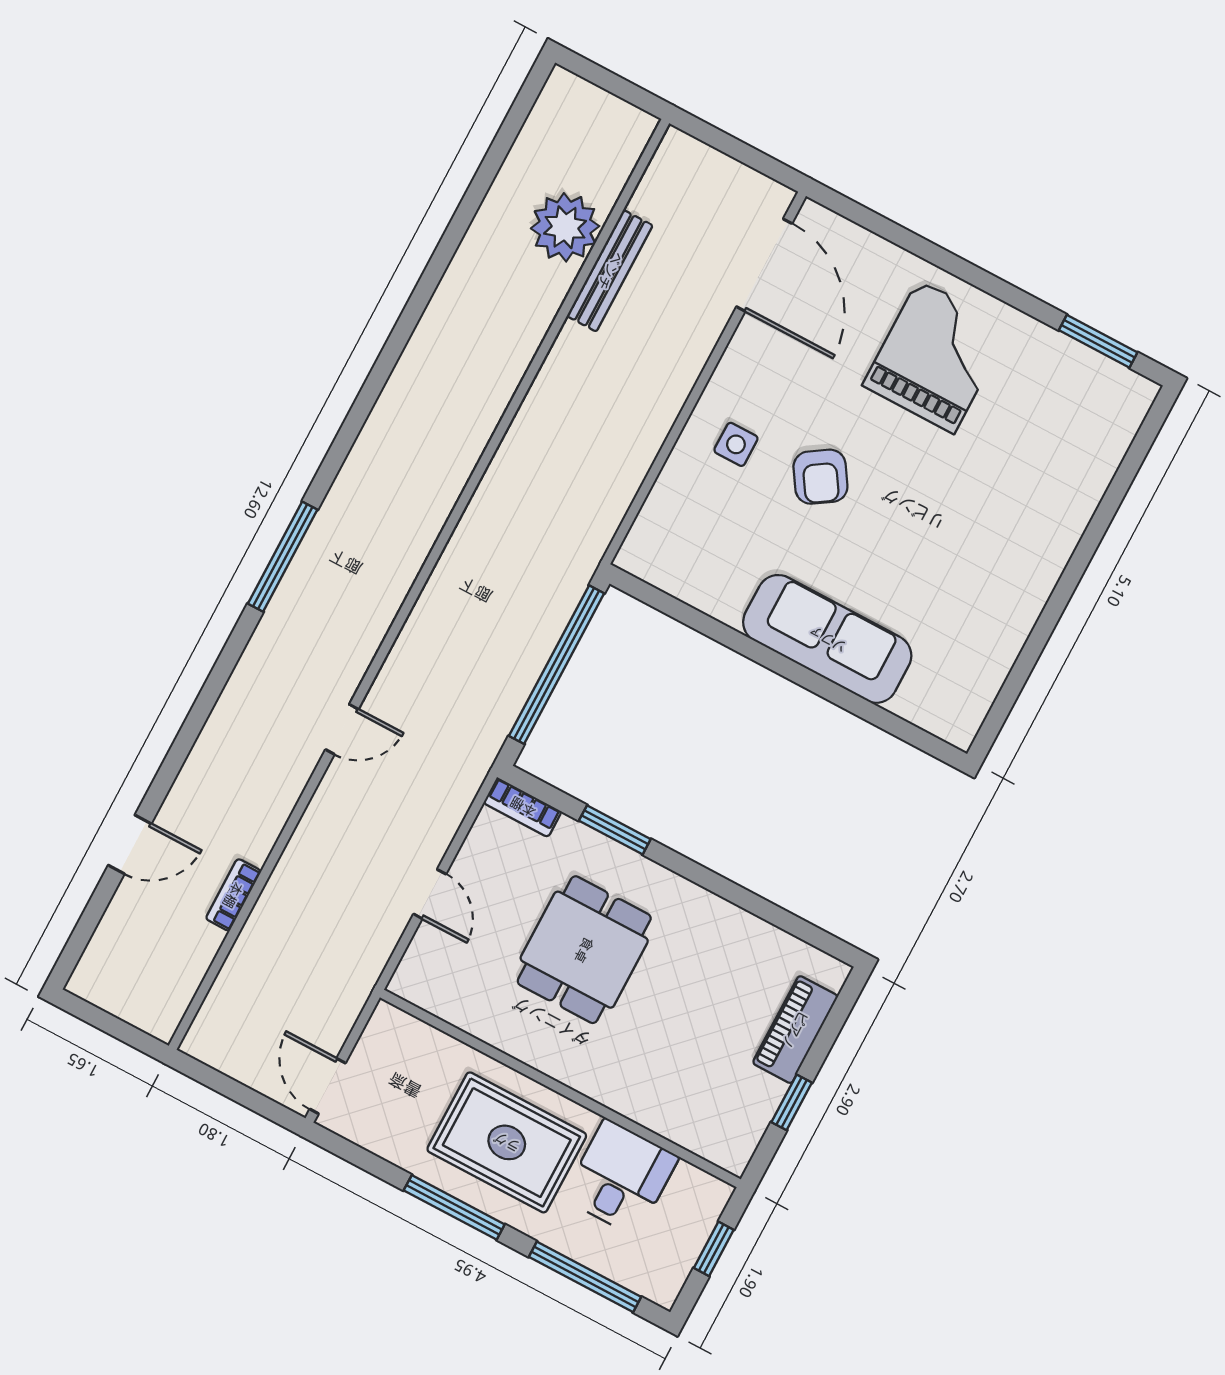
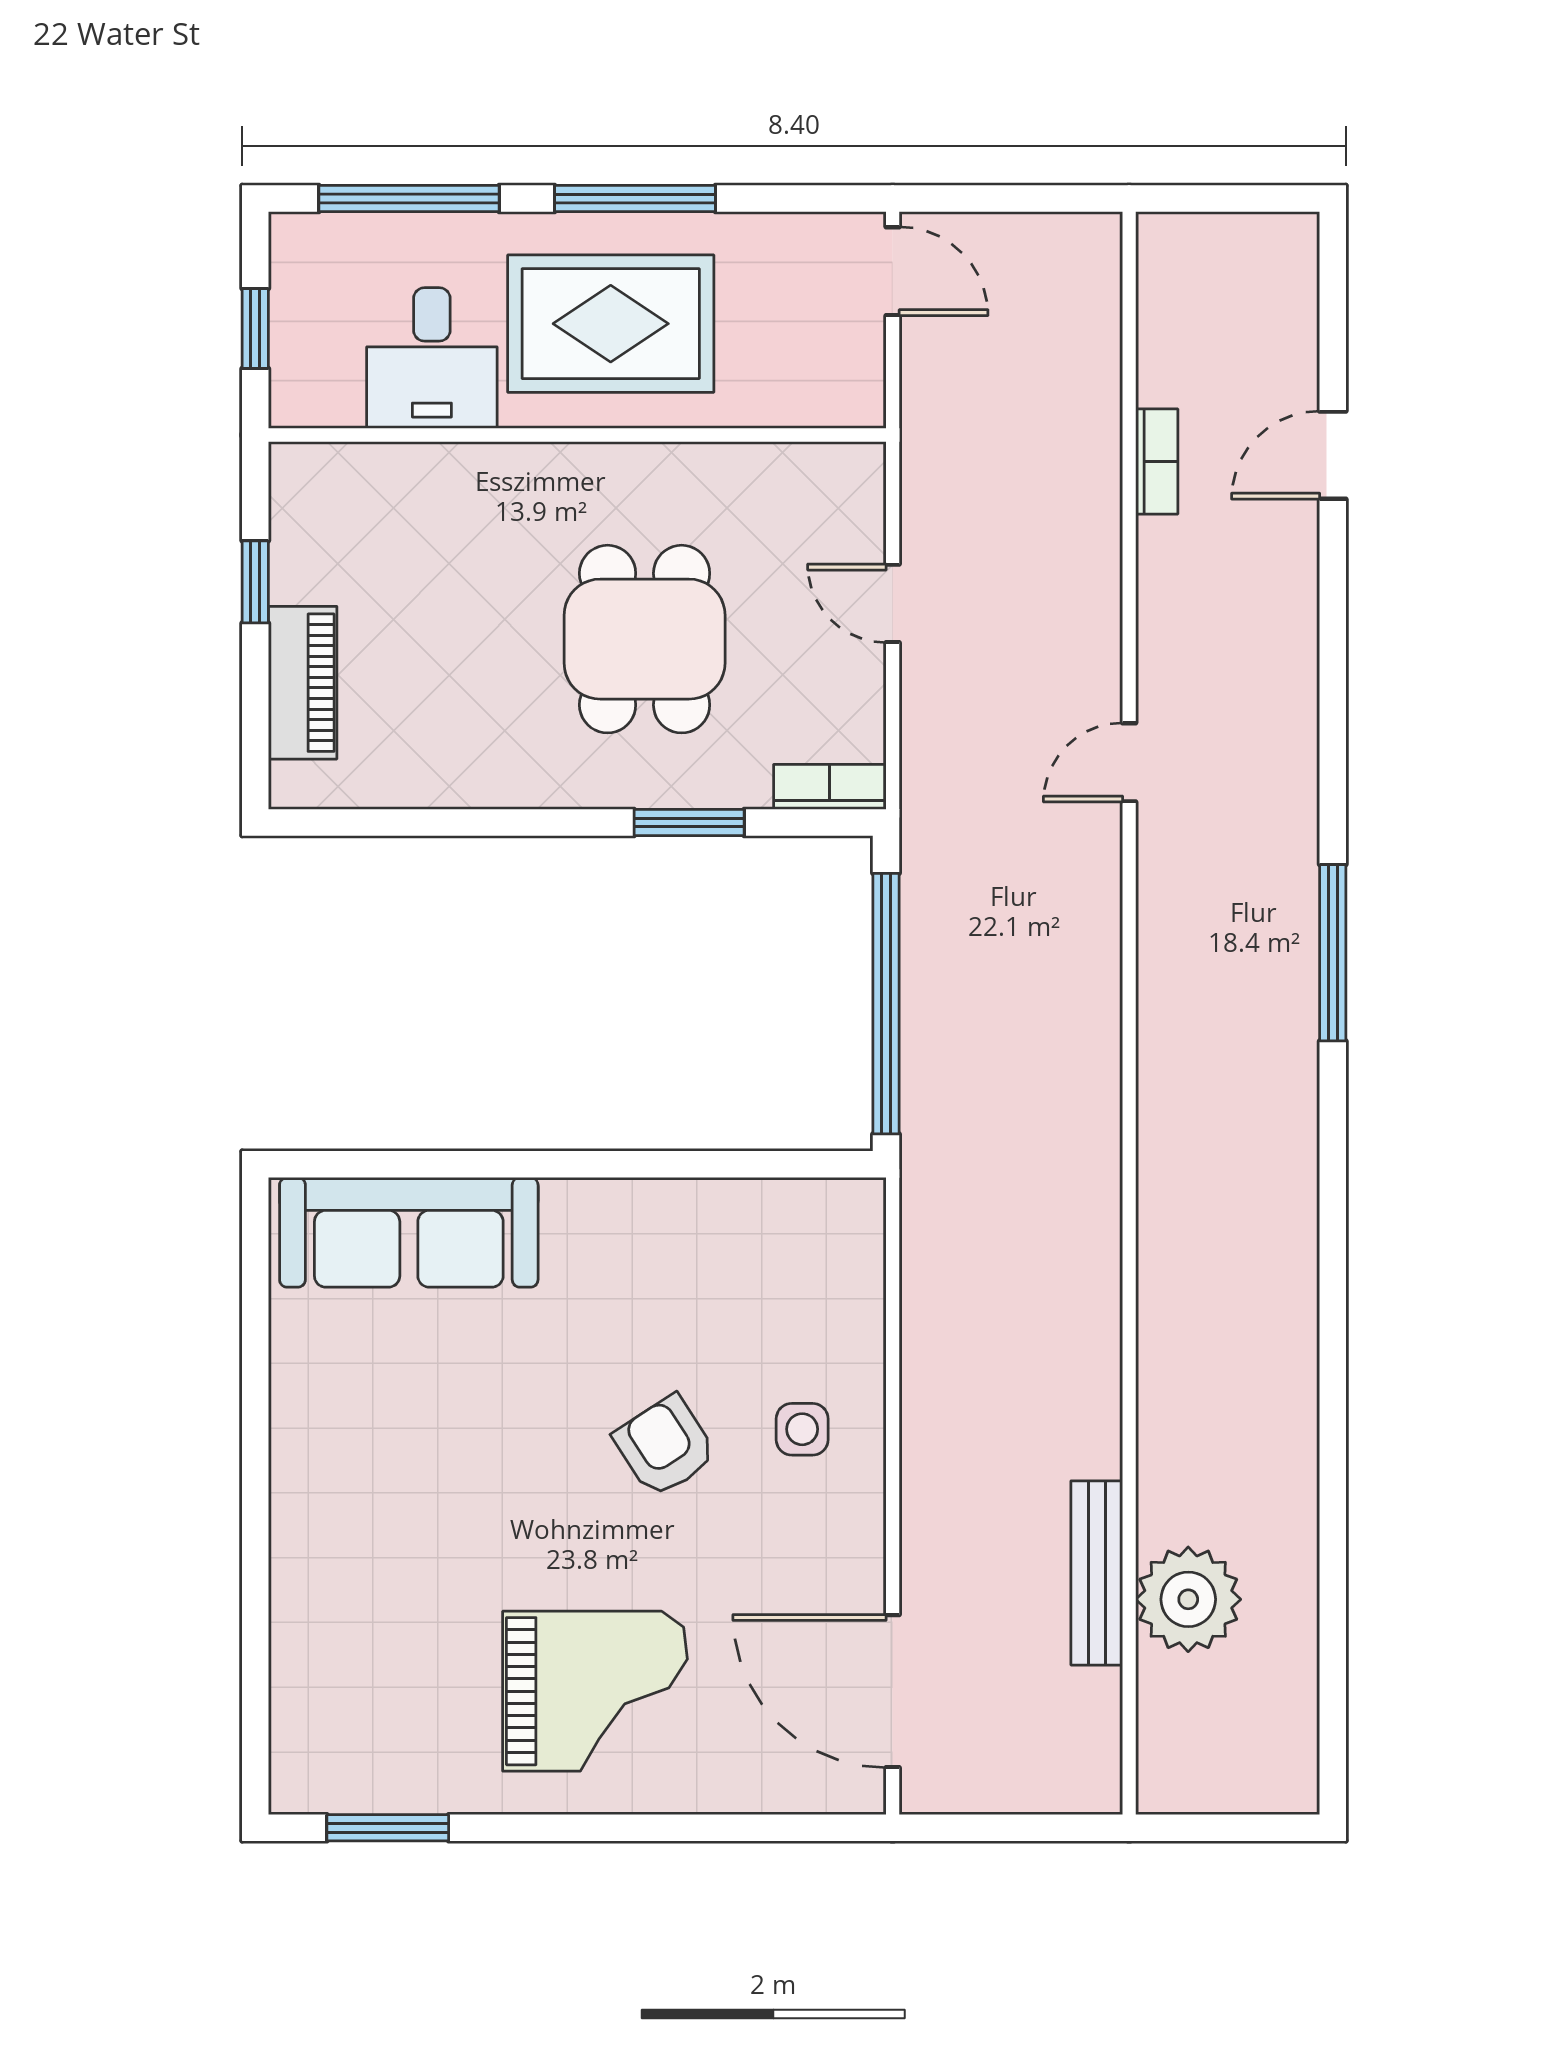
grand piano: (936, 357) -> (595, 1691), turned -90
sofa: (827, 639) -> (409, 1232), moved

